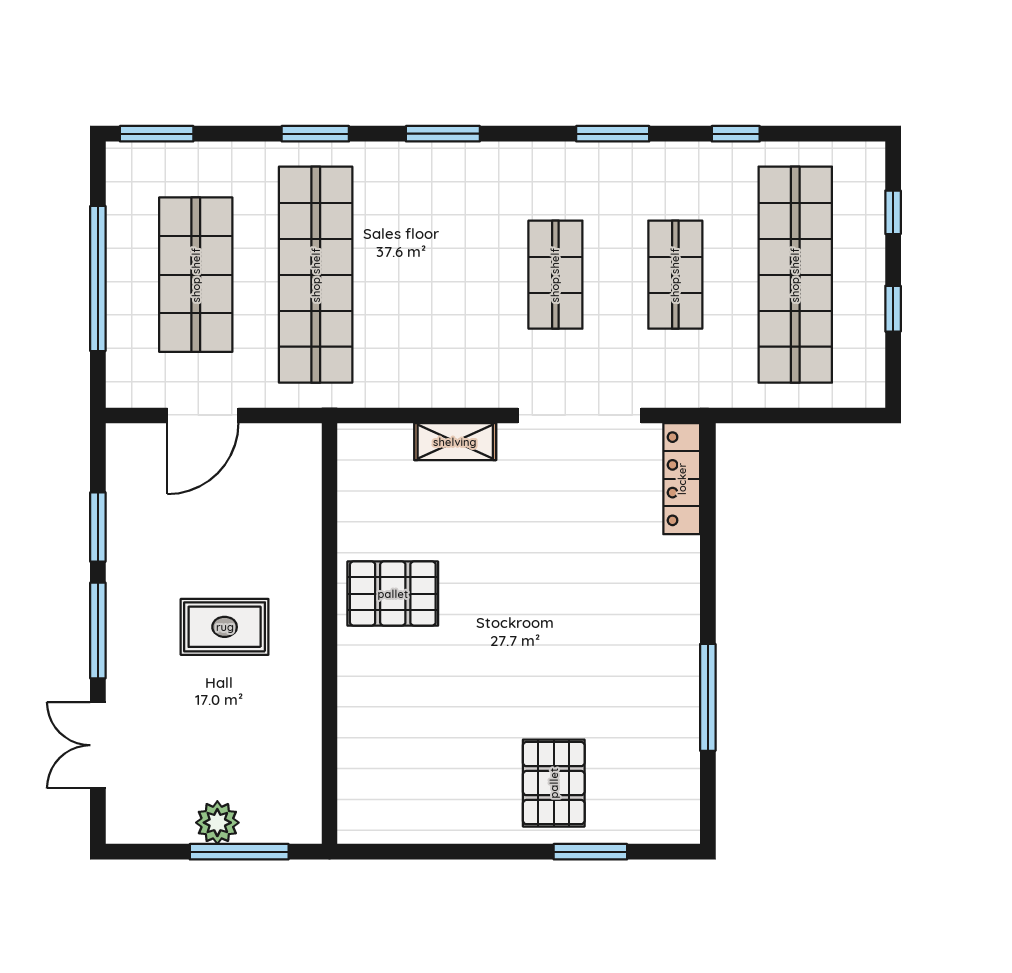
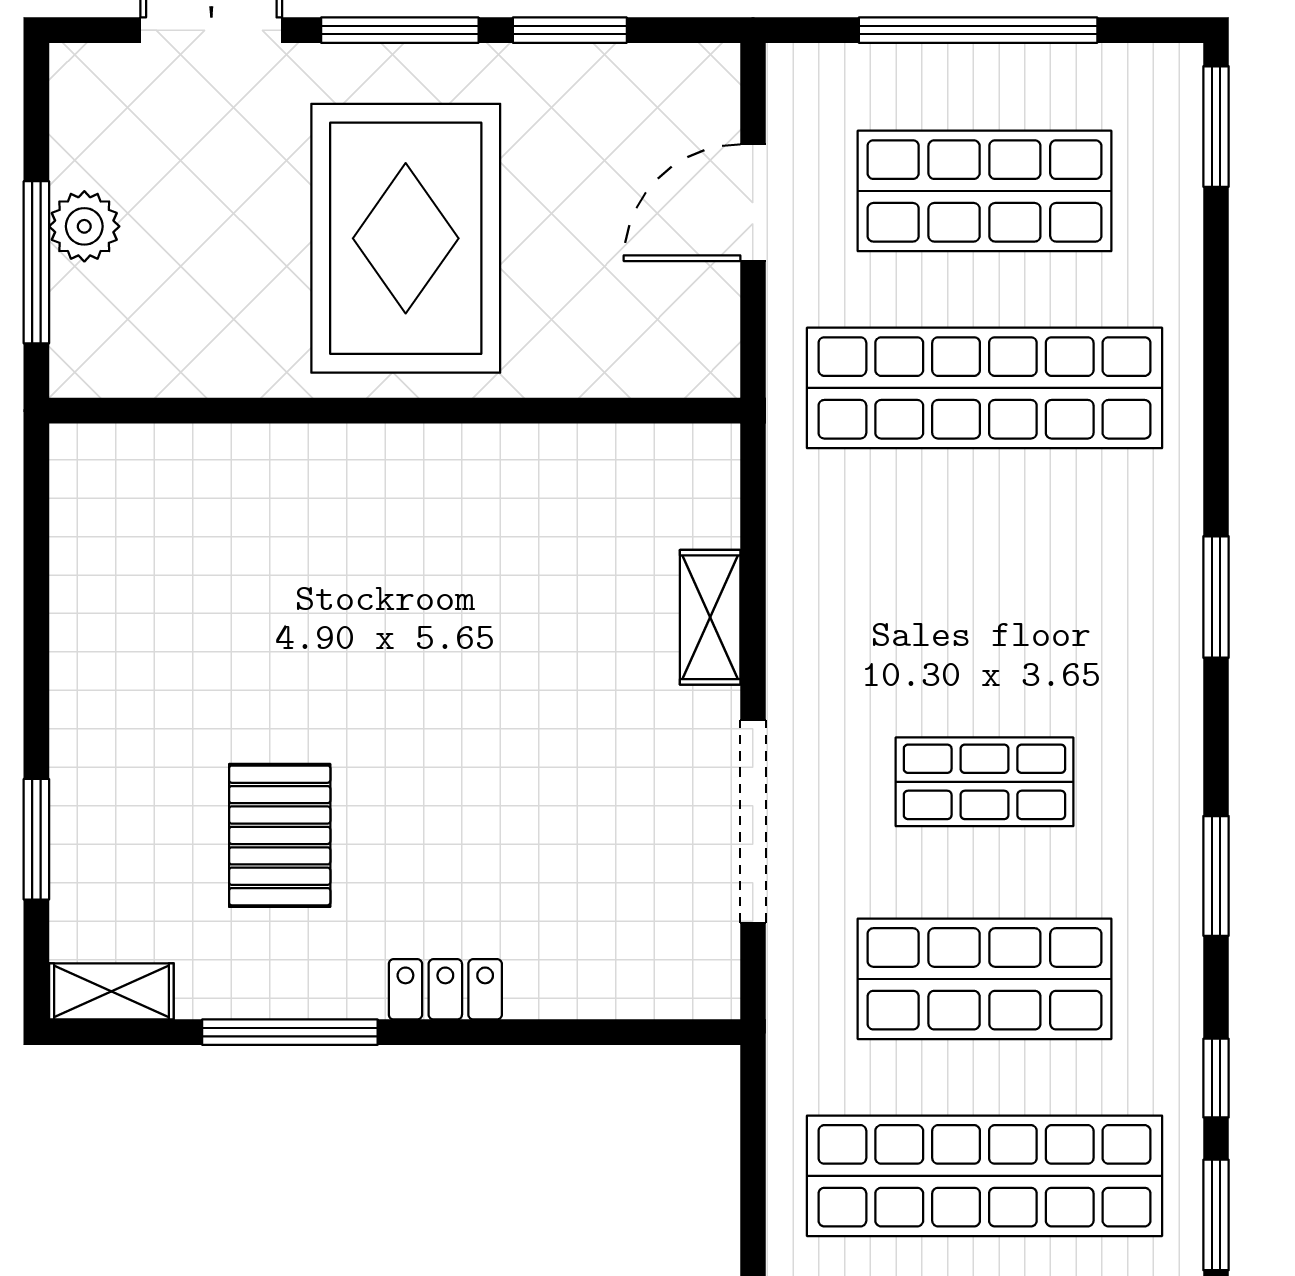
window: (315, 134) -> (1216, 1215), moved
shop shelf: (675, 275) -> (984, 979), width x1.43, depth x1.36
door: (203, 415) -> (753, 203), hinge flipped
locker: (682, 479) -> (445, 989), moved, width x0.66
pallet: (393, 594) -> (461, 515), removed
rug: (225, 627) -> (406, 238), width x1.86, depth x2.06
pallet: (554, 783) -> (280, 835), moved, turned 90
shelving: (683, 806) -> (111, 991), added

